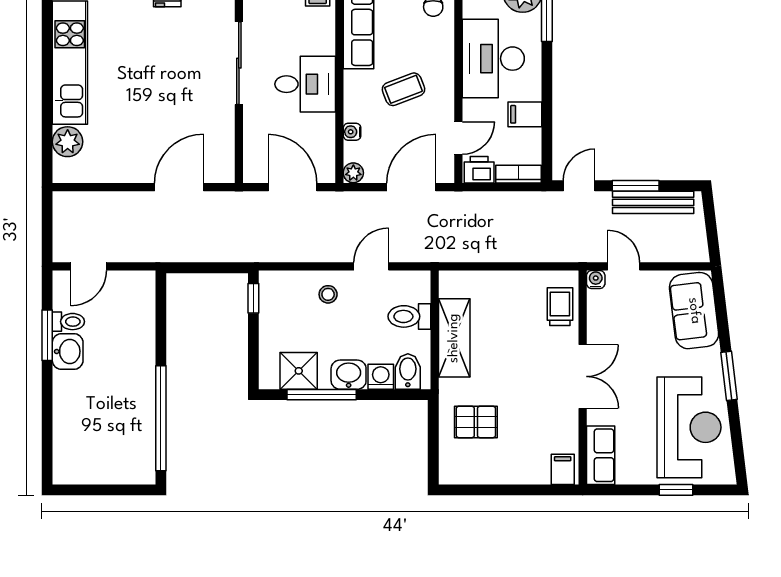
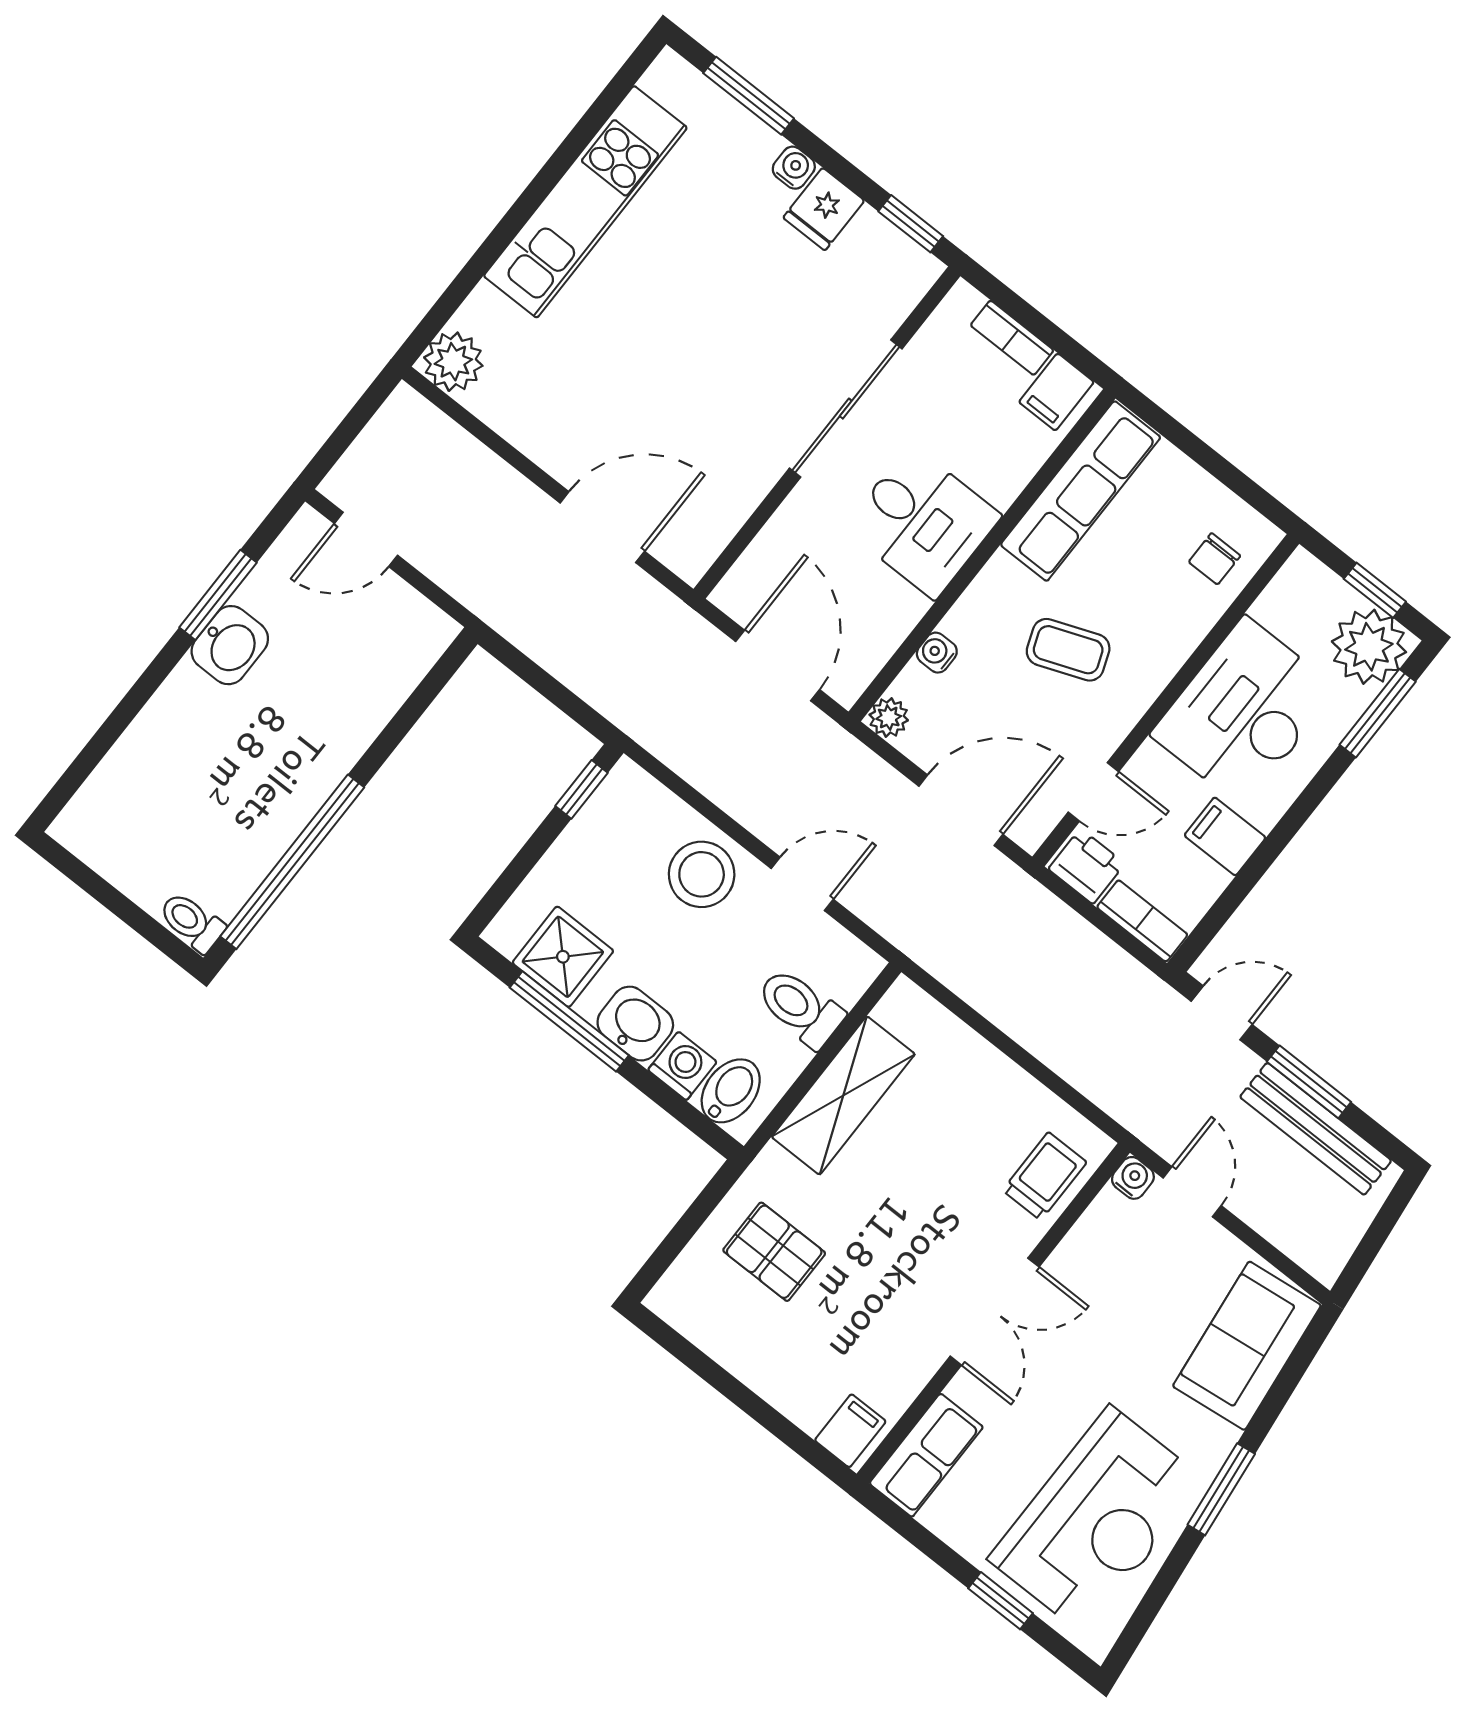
plant: (68, 142) -> (453, 362), moved
stool: (328, 294) -> (702, 874), width x1.89, depth x1.89
toilet: (68, 322) -> (192, 922), moved, turned 180

